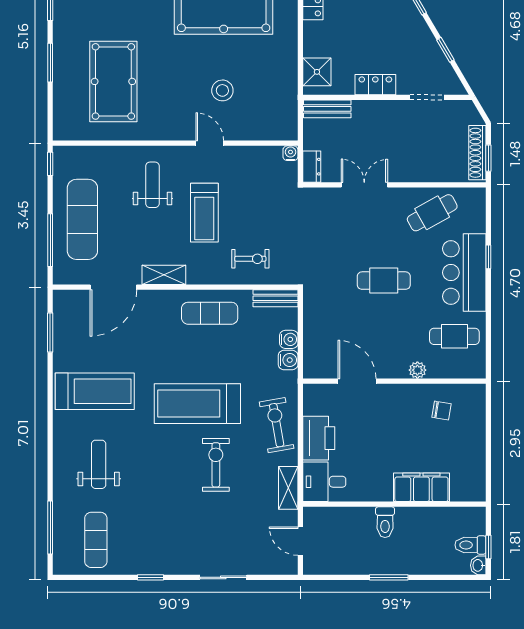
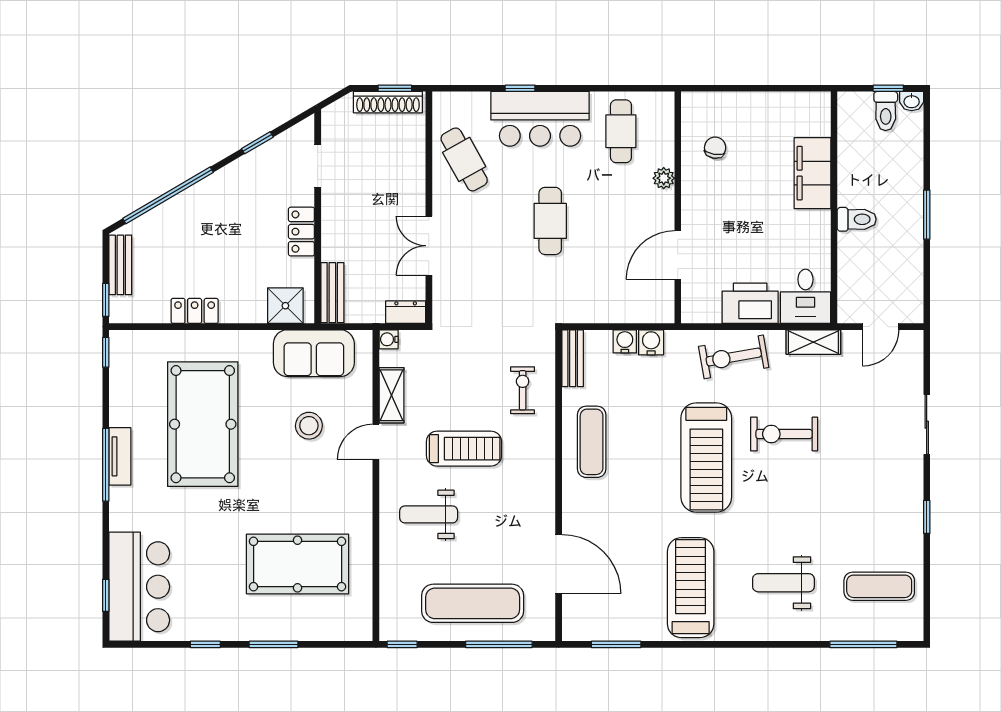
sofa: (280, 94) -> (314, 353), added
shelving: (164, 275) -> (391, 395), moved

